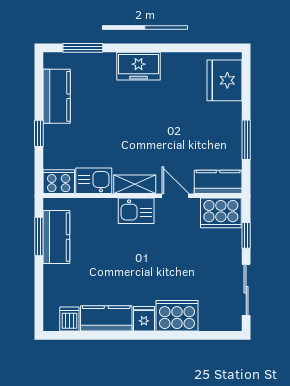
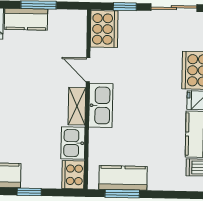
kitchen counter: (218, 182) -> (26, 19), moved, turned -90
door: (175, 196) -> (88, 70), hinge flipped
kitchen sink: (136, 211) -> (101, 105), width x1.38

